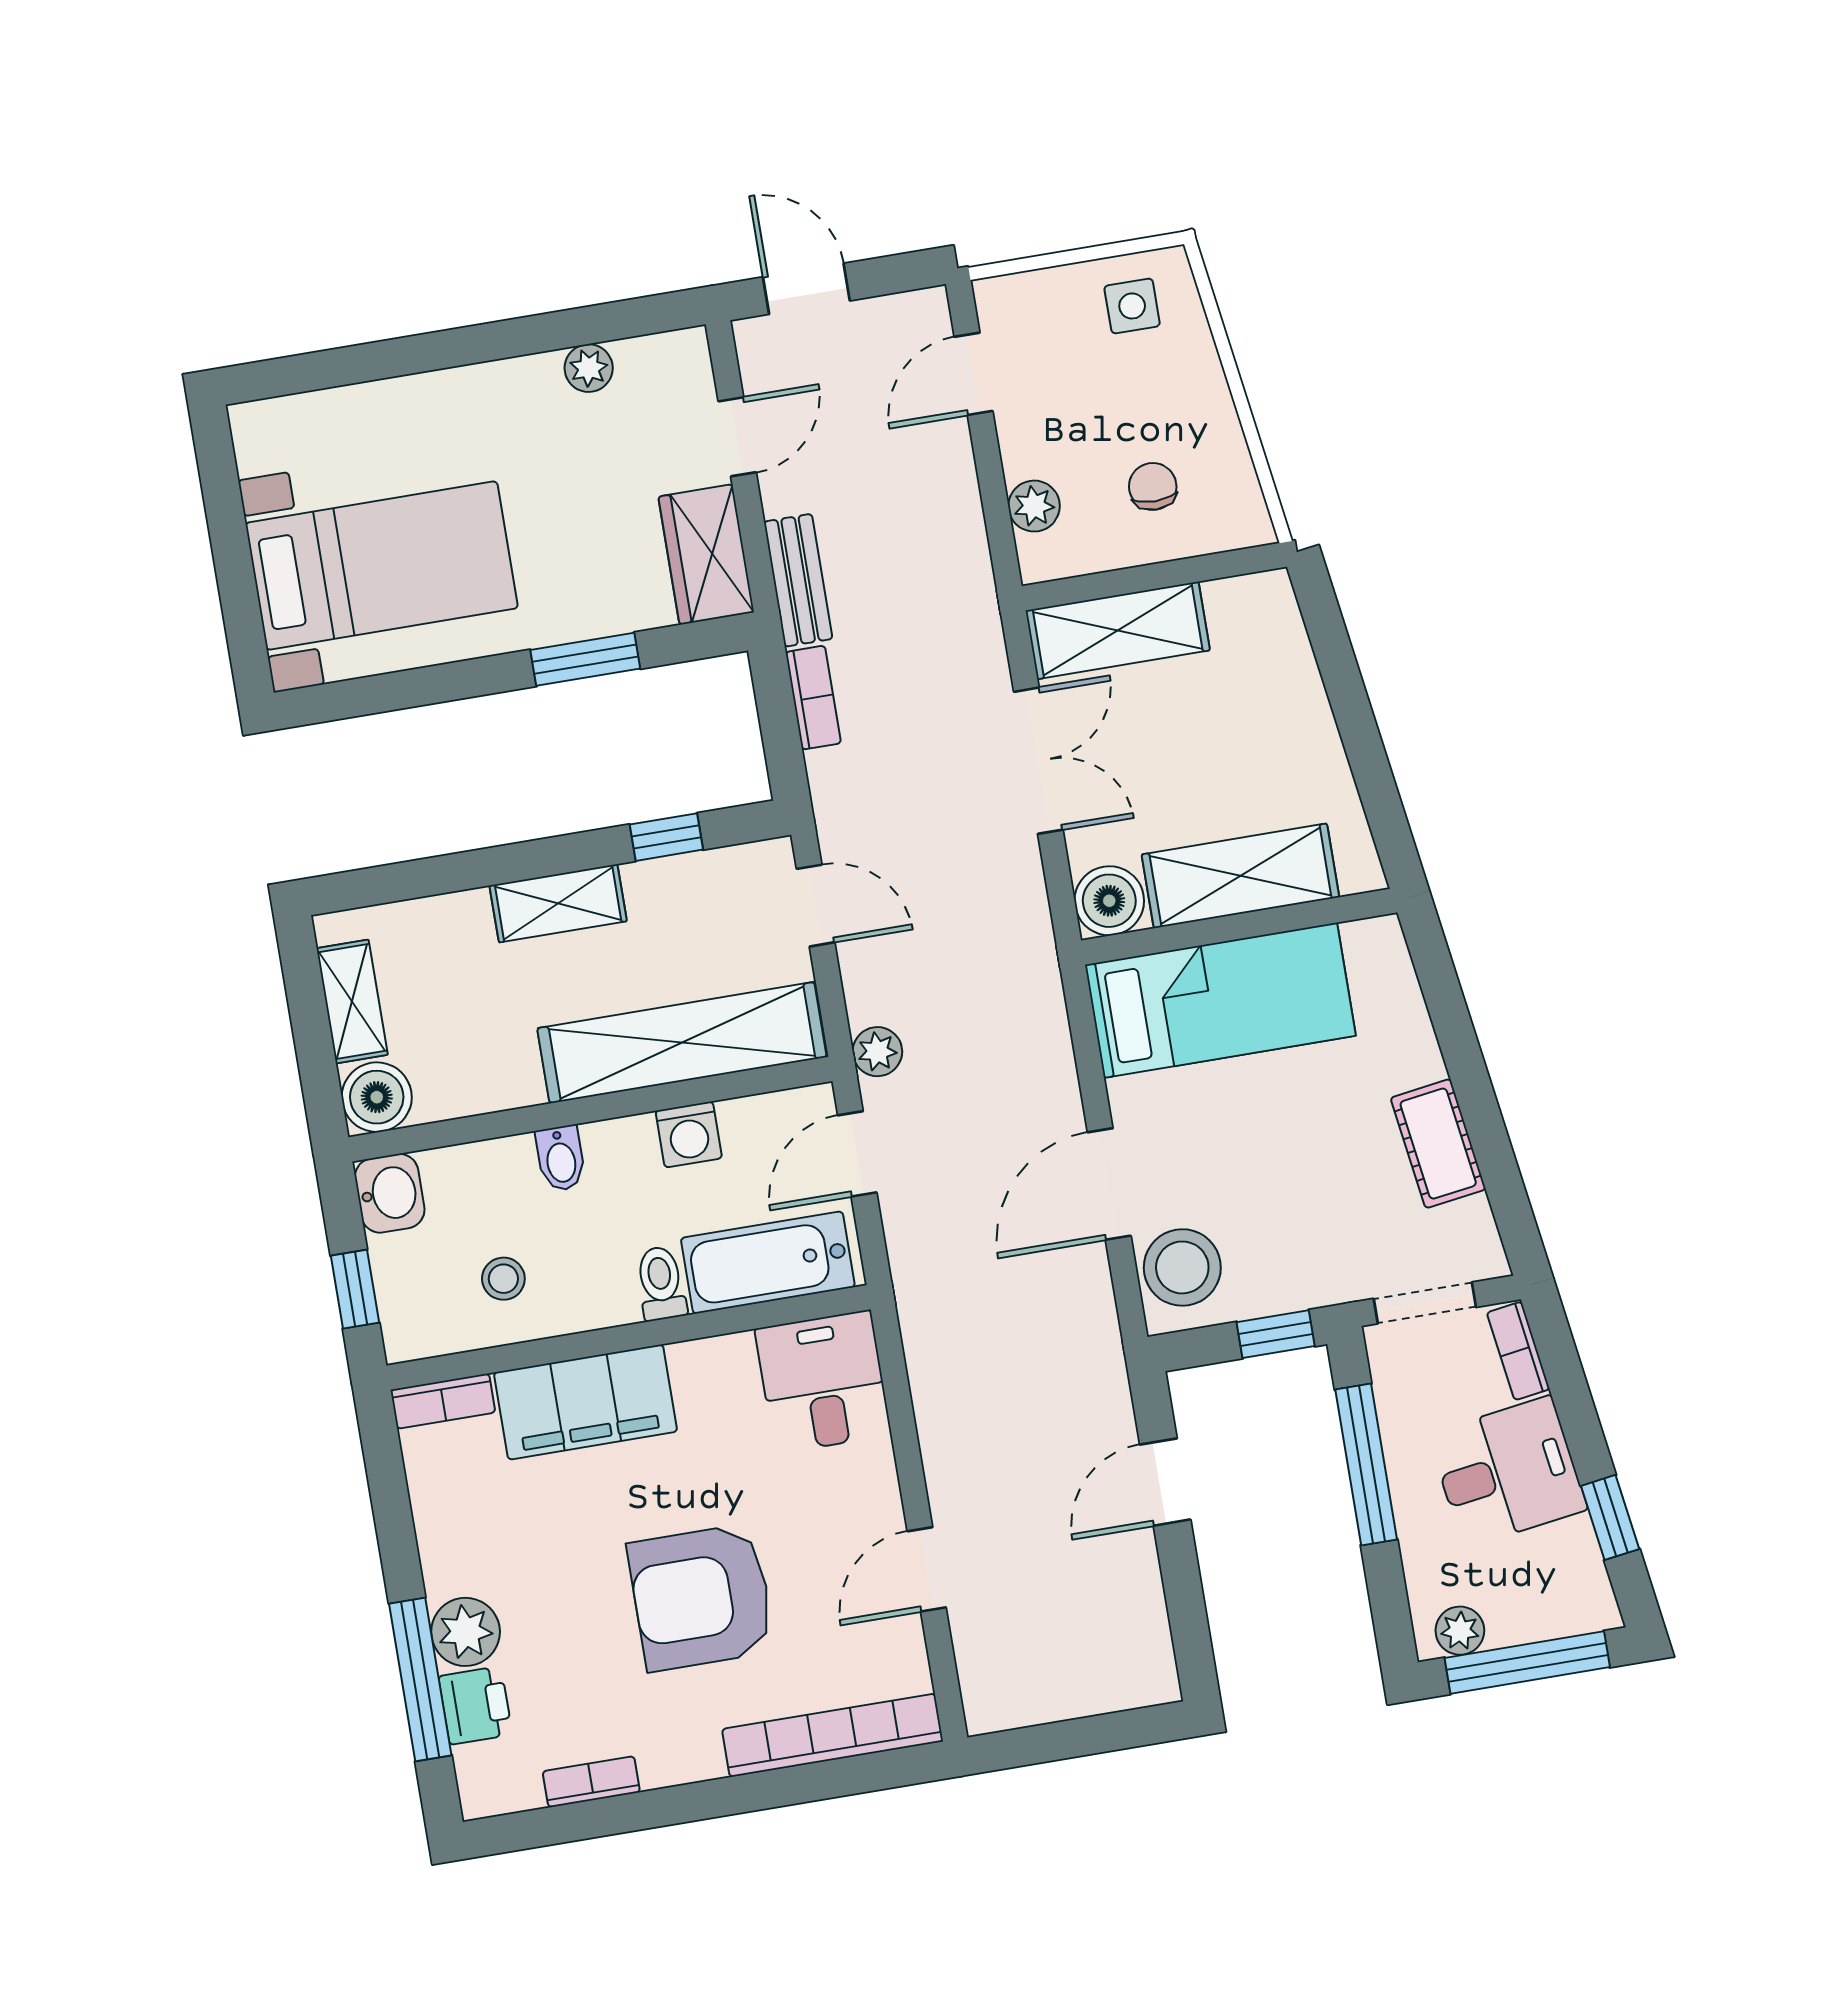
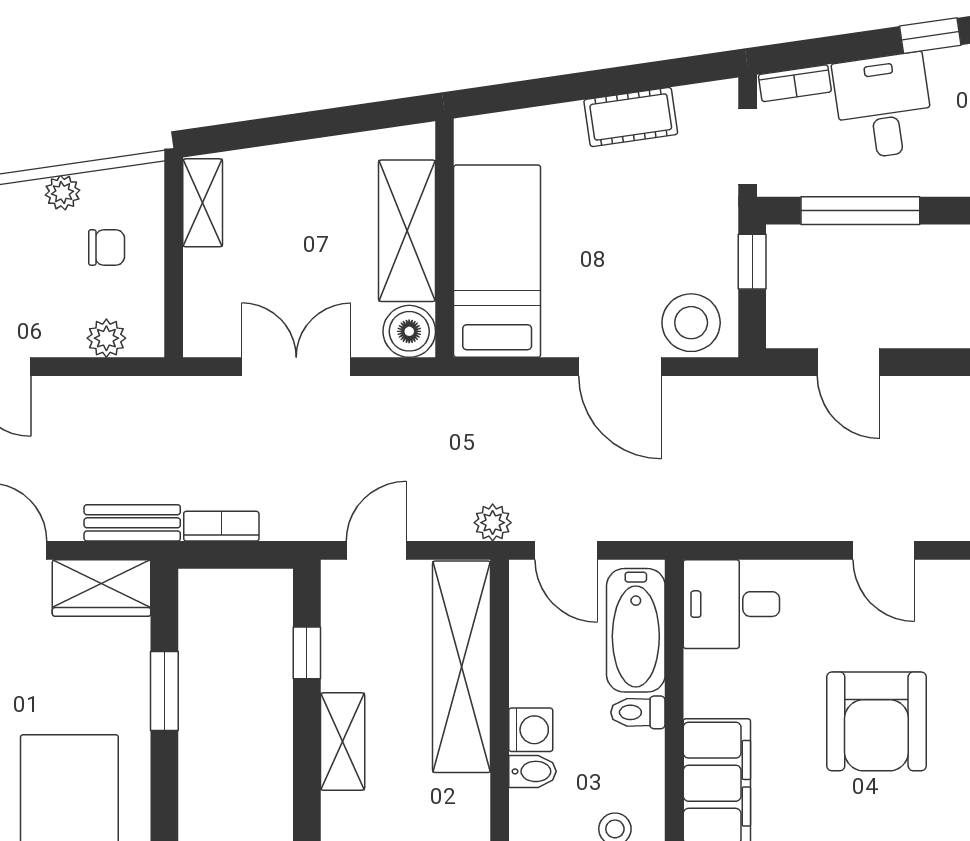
plant: (1215, 417) -> (63, 193), added
chair: (1153, 486) -> (107, 247), turned 180
shelving: (1118, 630) -> (203, 203), moved, width x0.67, depth x0.75
washing machine: (689, 1134) -> (531, 730), moved

